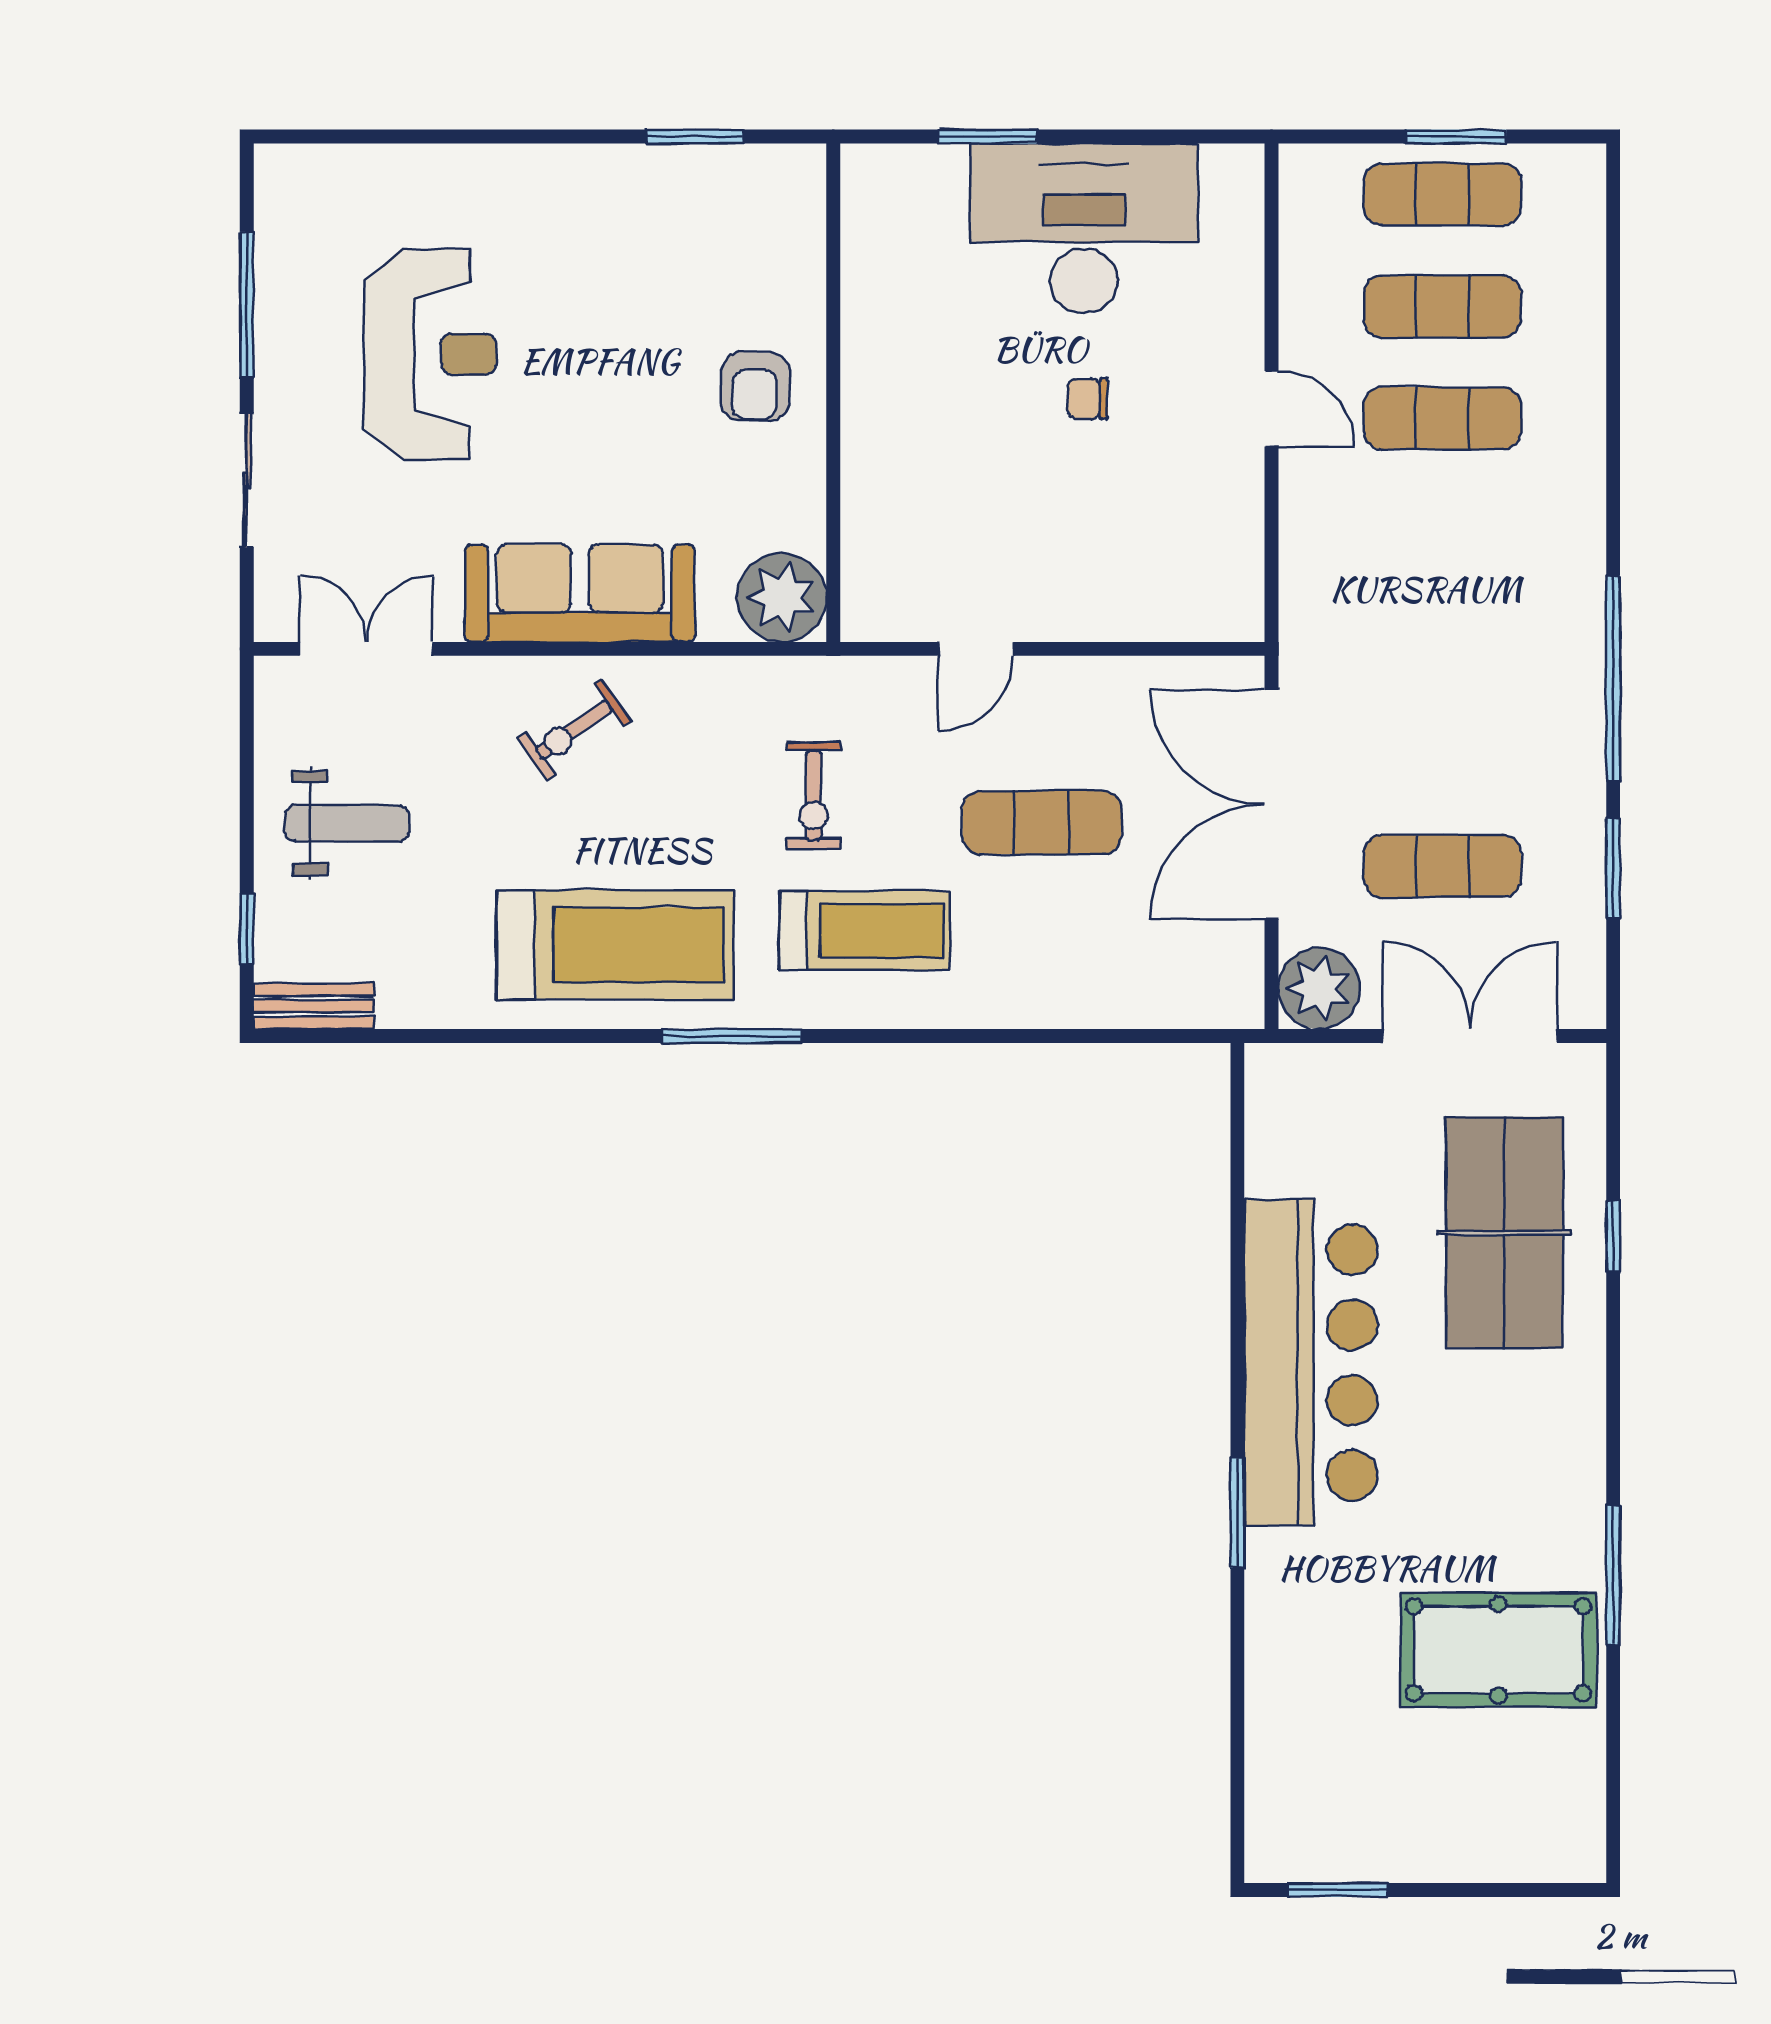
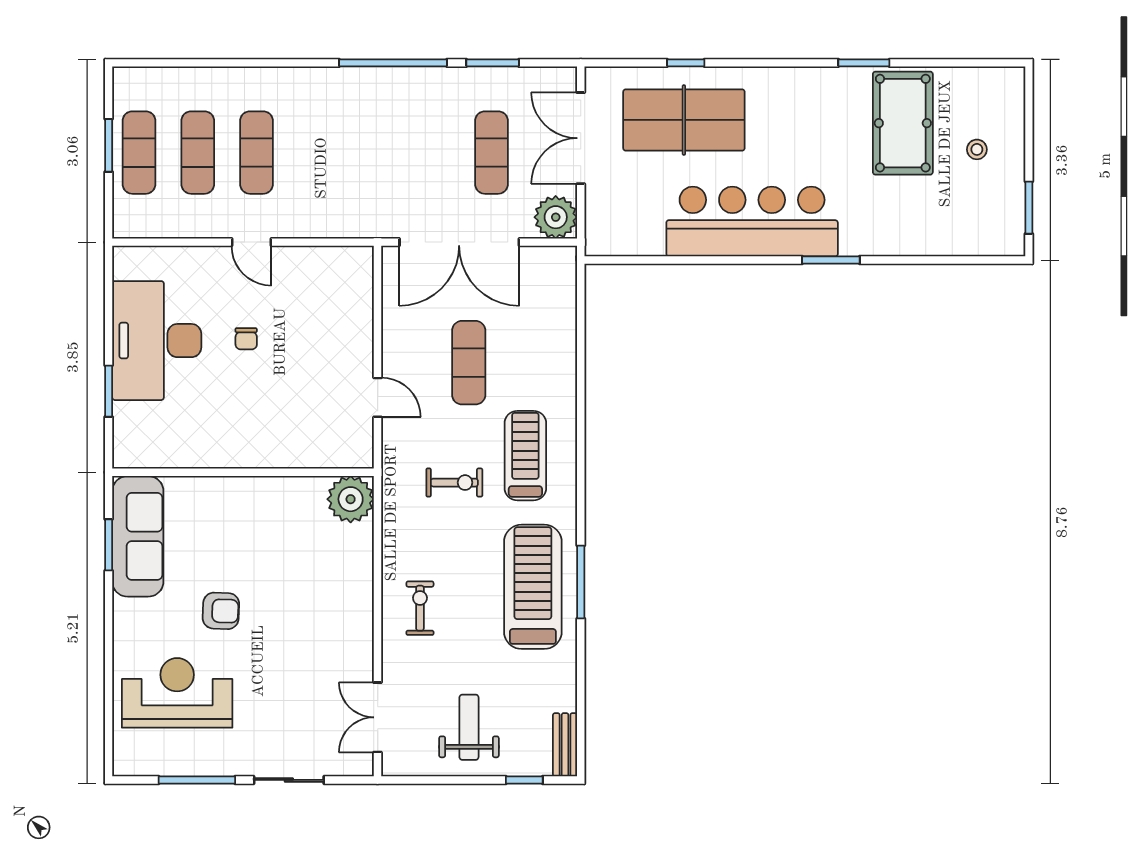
reception desk: (430, 354) -> (177, 693), moved
armchair: (755, 386) -> (221, 611), moved
door: (1272, 409) -> (251, 242), swing flipped
sofa: (580, 593) -> (138, 536), moved, turned 180
exercise bike: (574, 730) -> (420, 608), turned -145
window: (732, 1036) -> (581, 582), moved
window: (1613, 1576) -> (864, 63), width x0.69
stool: (1448, 1791) -> (977, 149), added

